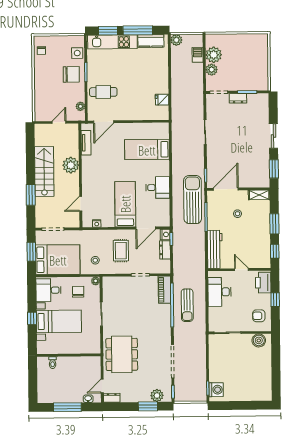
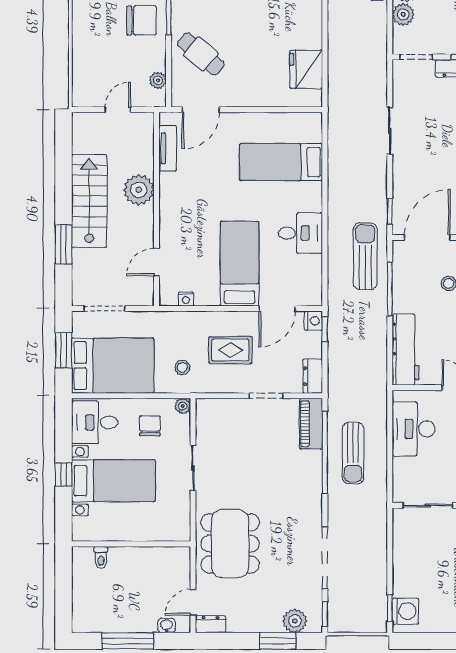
cafe table: (103, 92) -> (201, 54), turned 40
fridge: (162, 100) -> (306, 69), width x1.88, depth x1.34
sun lounger: (193, 200) -> (365, 256), width x0.73, depth x0.75
dresser: (165, 250) -> (313, 376), moved
rug: (121, 251) -> (230, 350), turned 90

